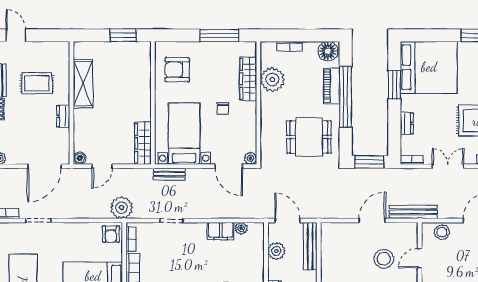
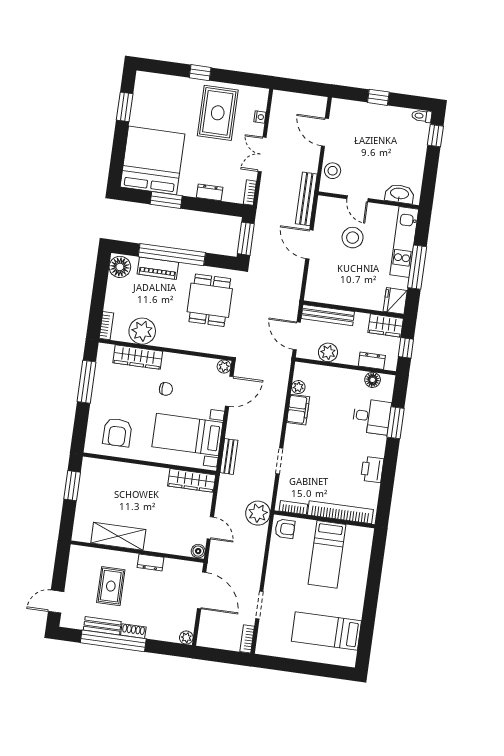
bookcase: (290, 46) -> (106, 326), moved
door: (288, 220) -> (297, 336), hinge flipped

